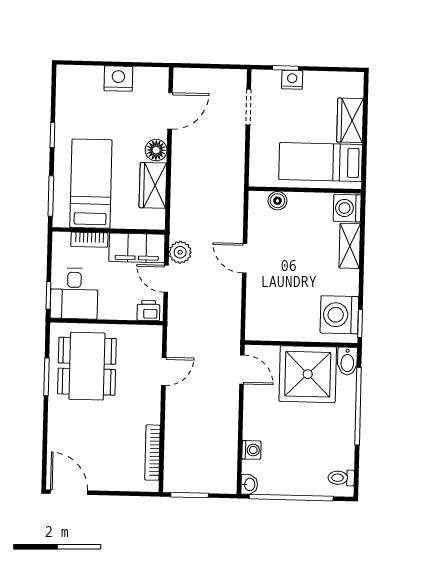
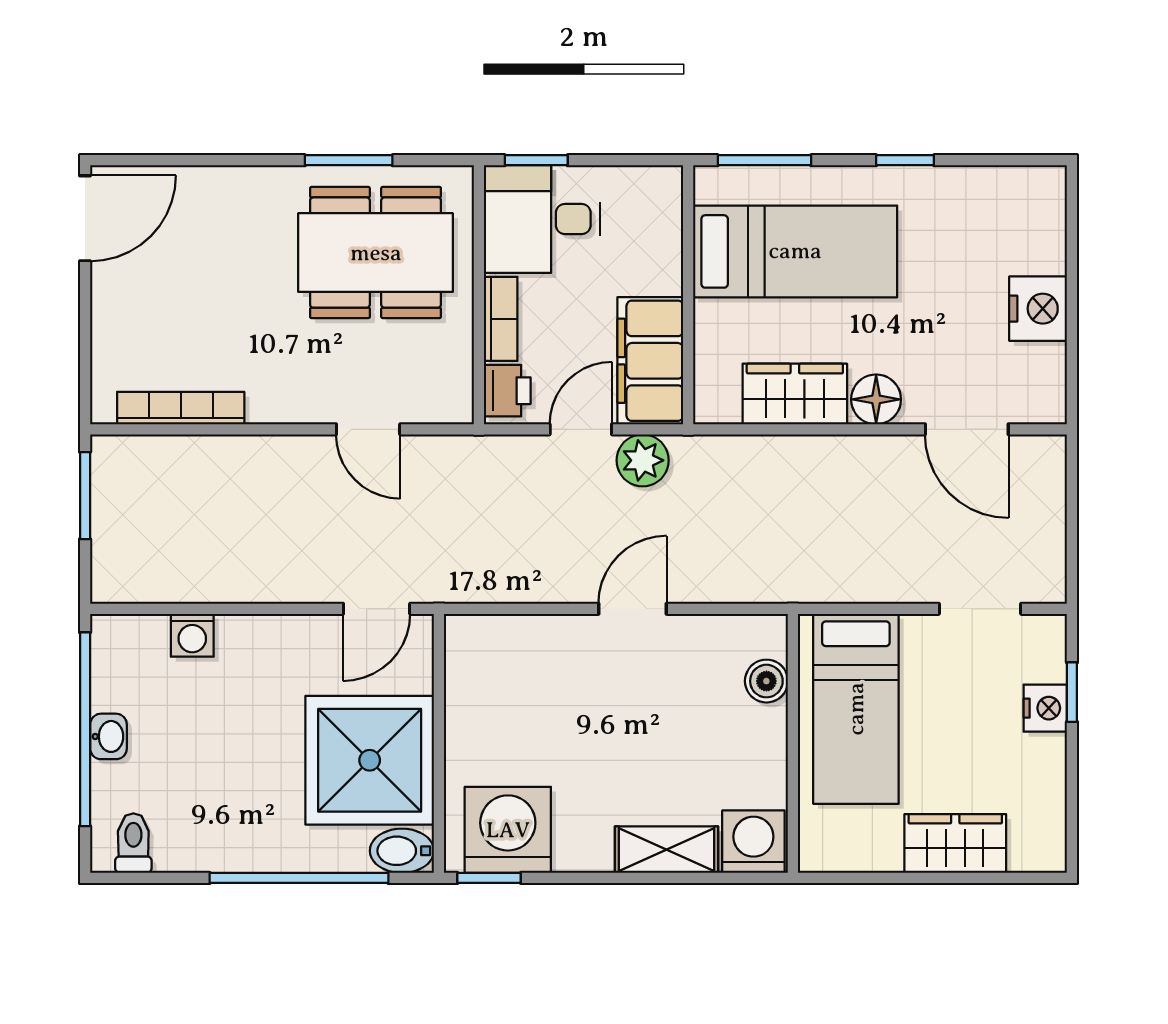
bed: (321, 162) -> (856, 709), moved, turned 180
bookcase: (89, 240) -> (501, 319), moved, turned 180
washbasin: (249, 484) -> (108, 736), moved, turned -90

